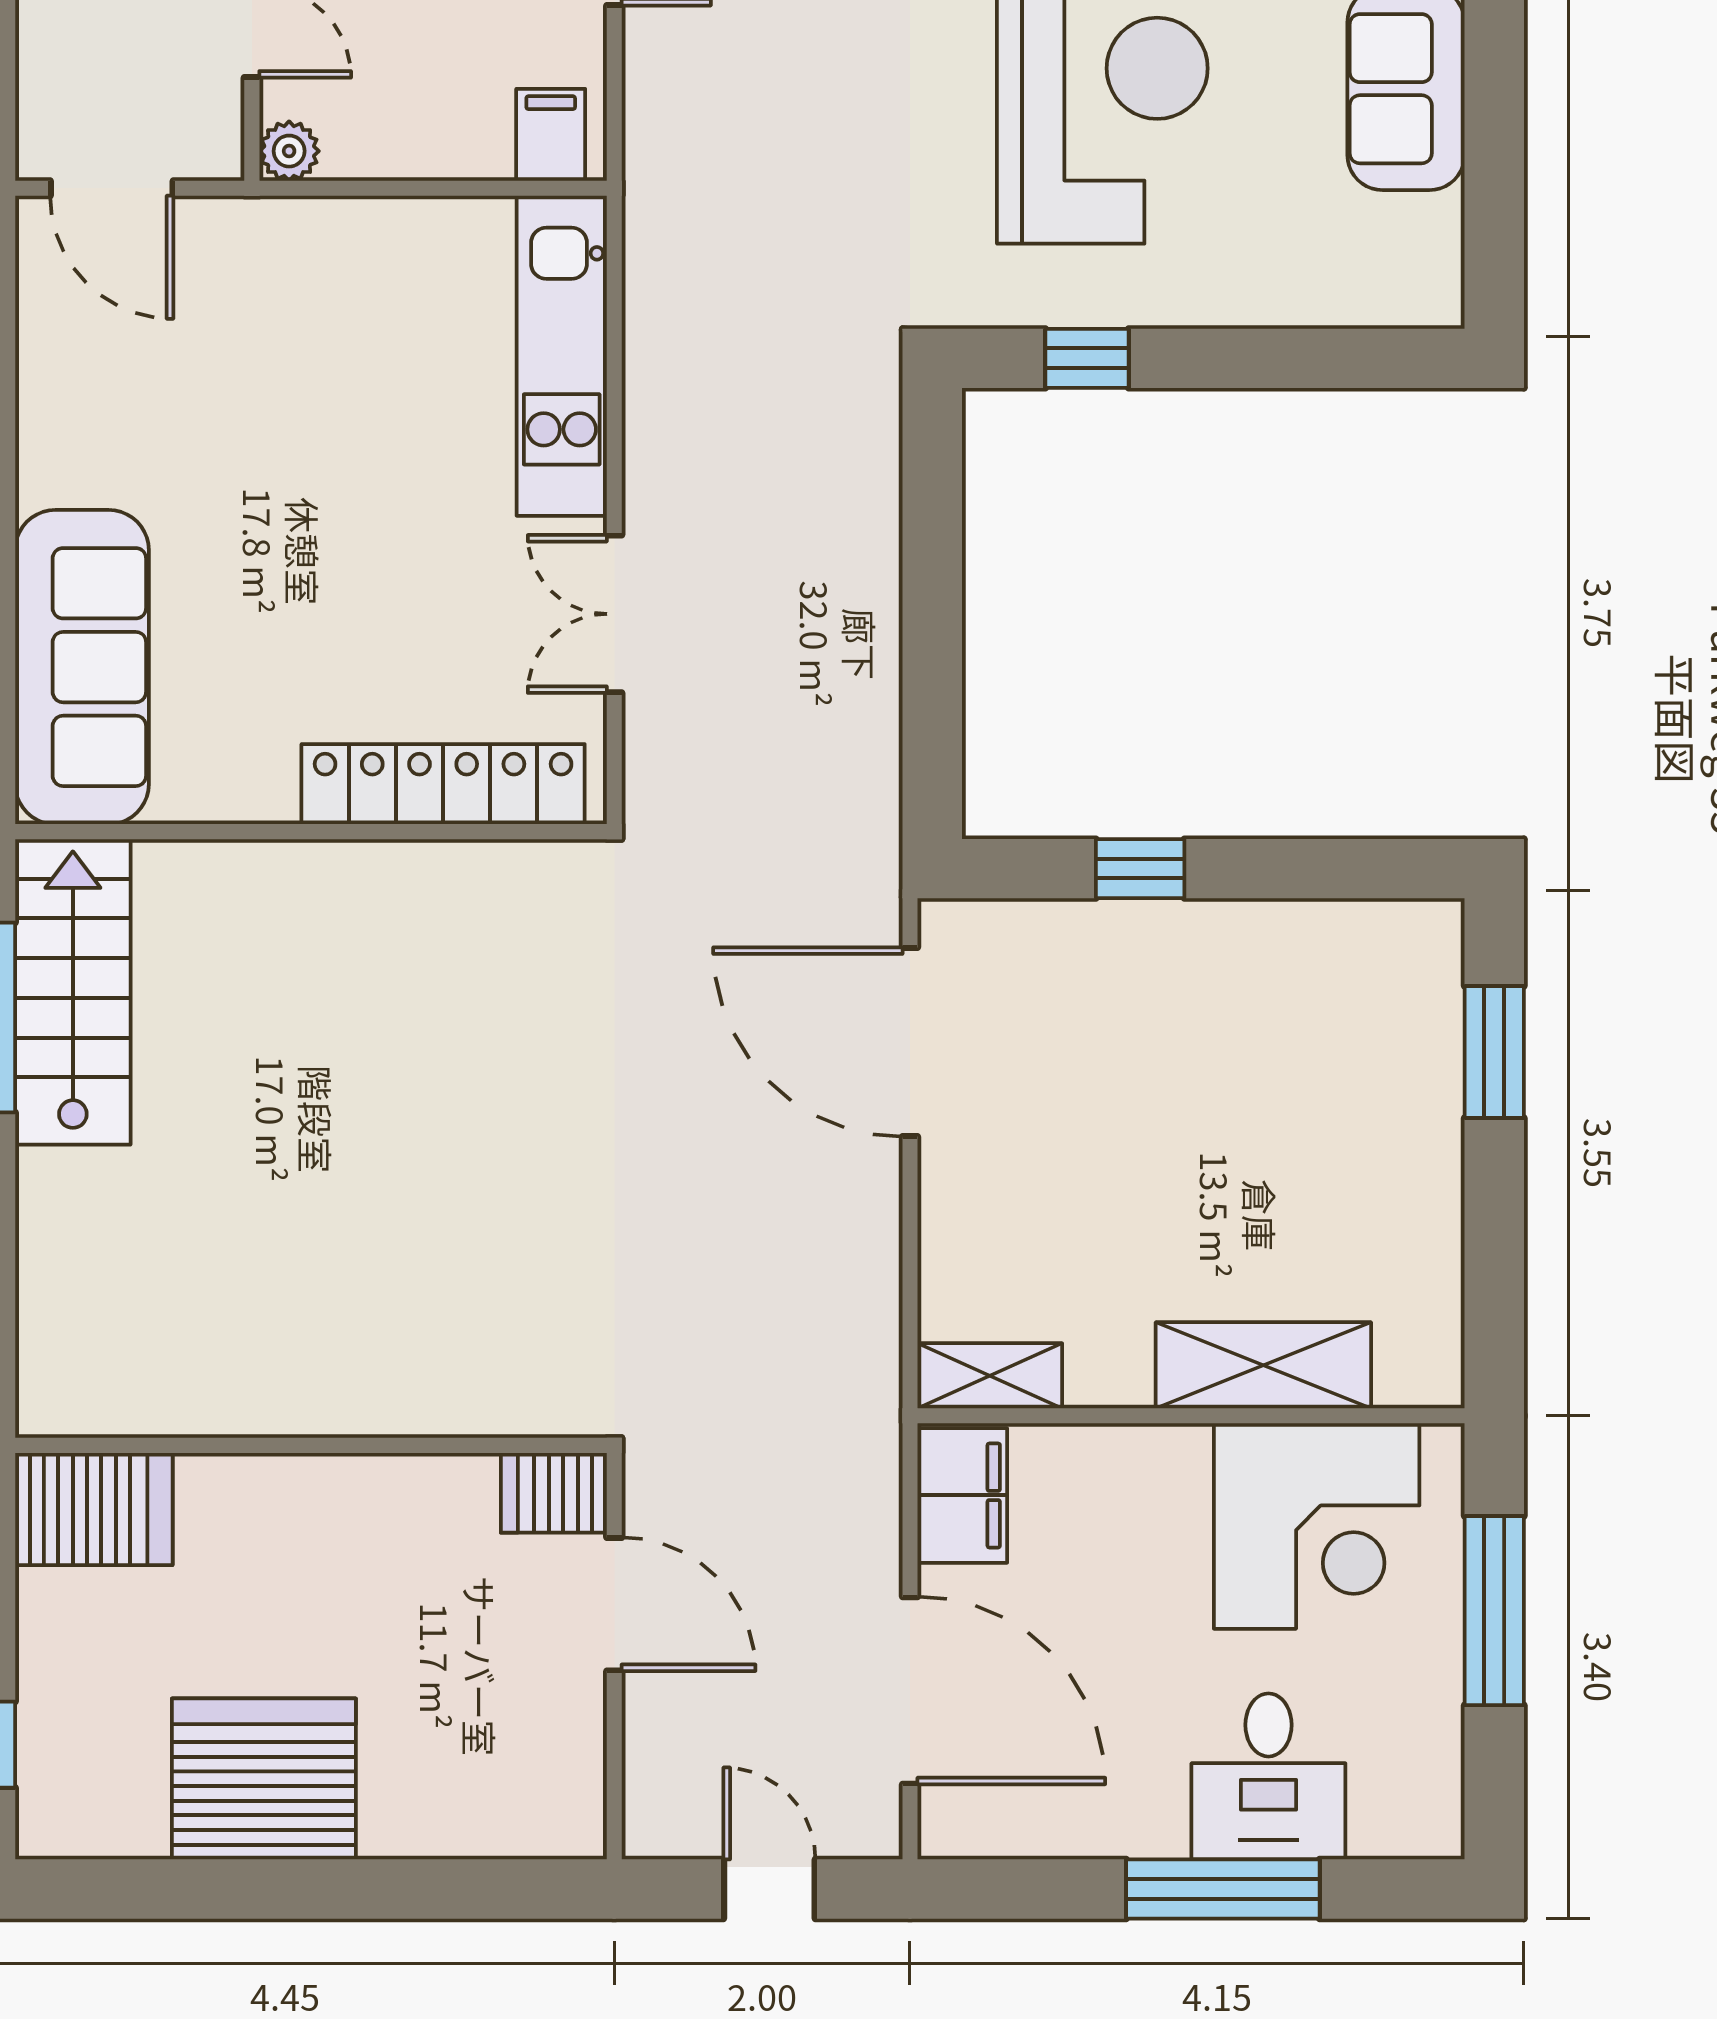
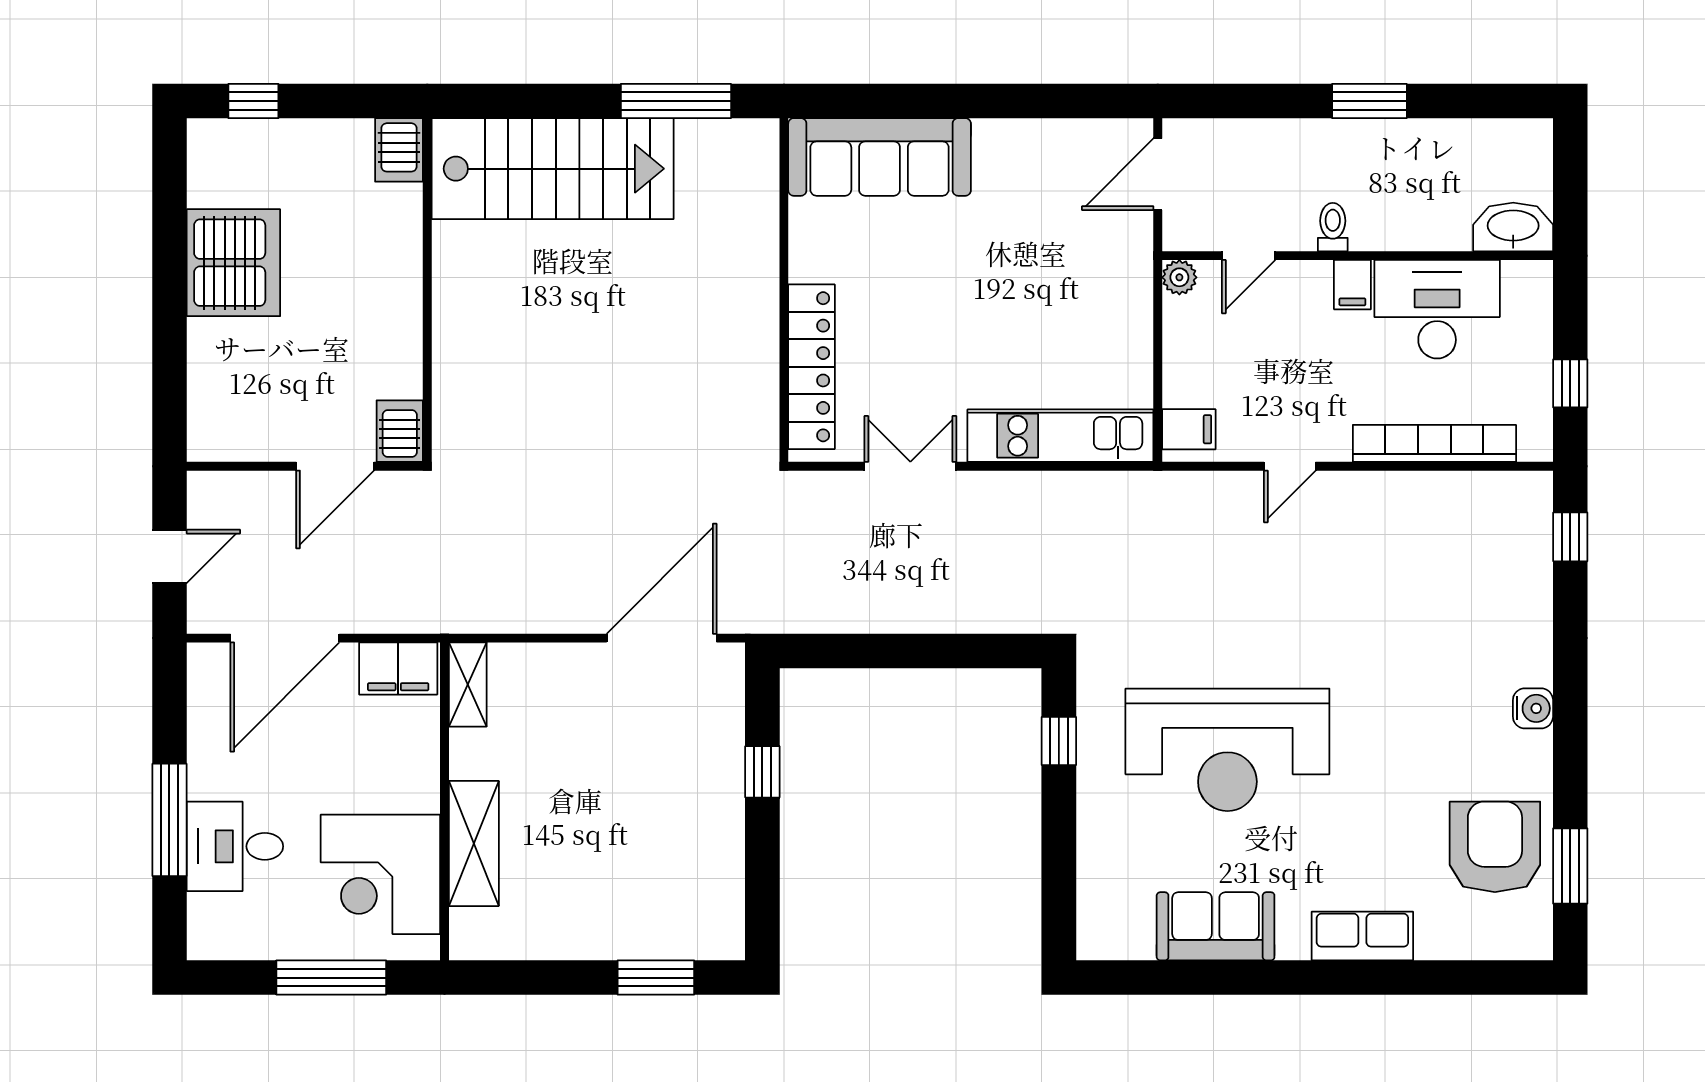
stairs: (73, 992) -> (553, 169), moved, width x1.36, depth x1.51
server rack: (94, 1509) -> (399, 150), width x0.73, depth x0.70

